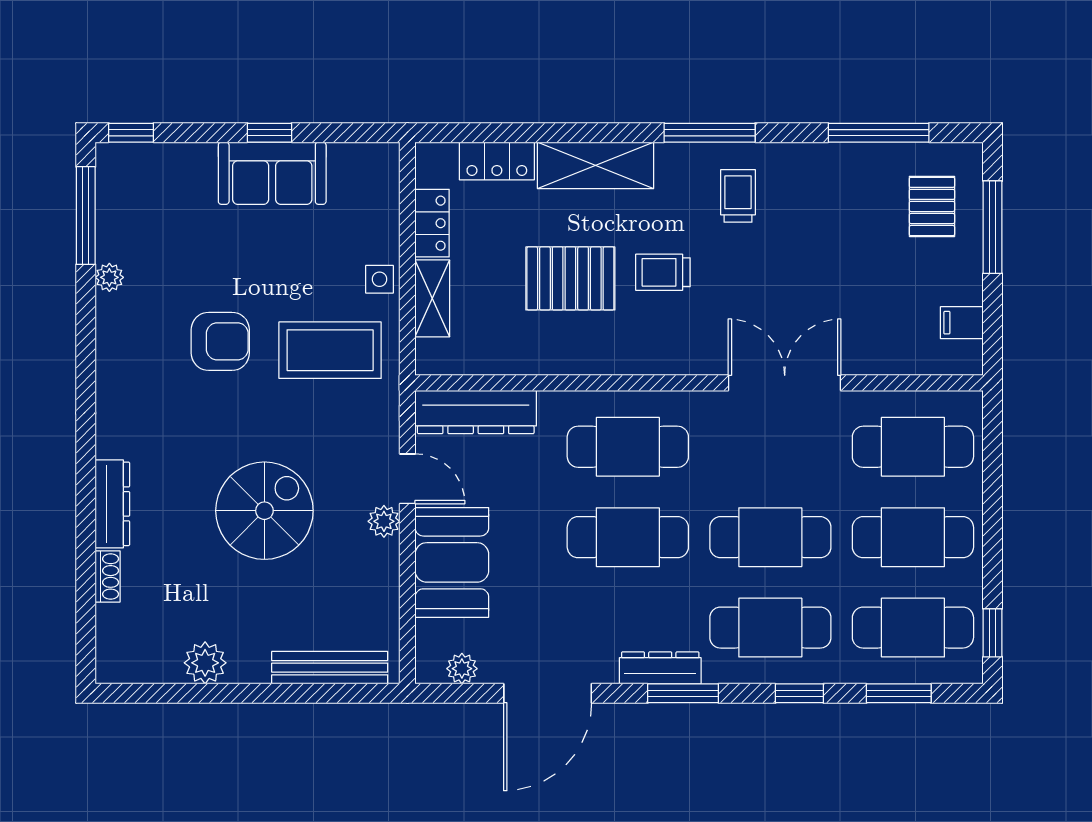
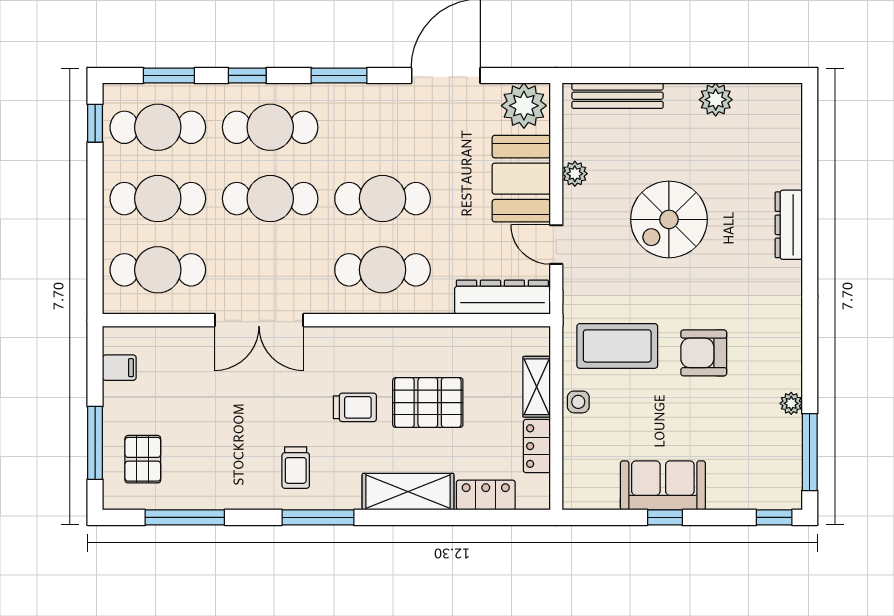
plant: (384, 521) -> (575, 174), moved
shoe rack: (108, 576) -> (793, 168), removed
dresser: (660, 668) -> (357, 96), removed
plant: (462, 669) -> (524, 106), width x1.88, depth x1.88

